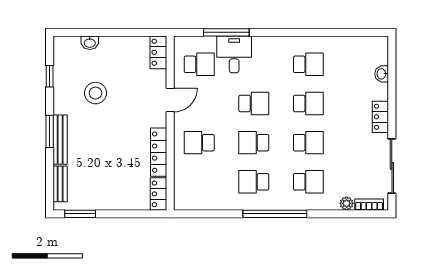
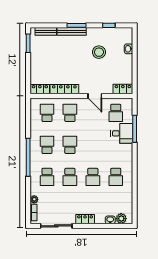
plant: (379, 55) -> (121, 219), added
school desk: (254, 103) -> (47, 113), moved, turned 180

